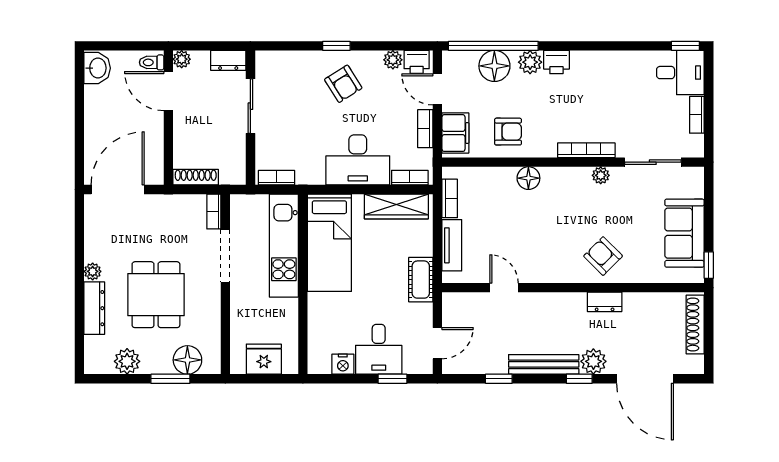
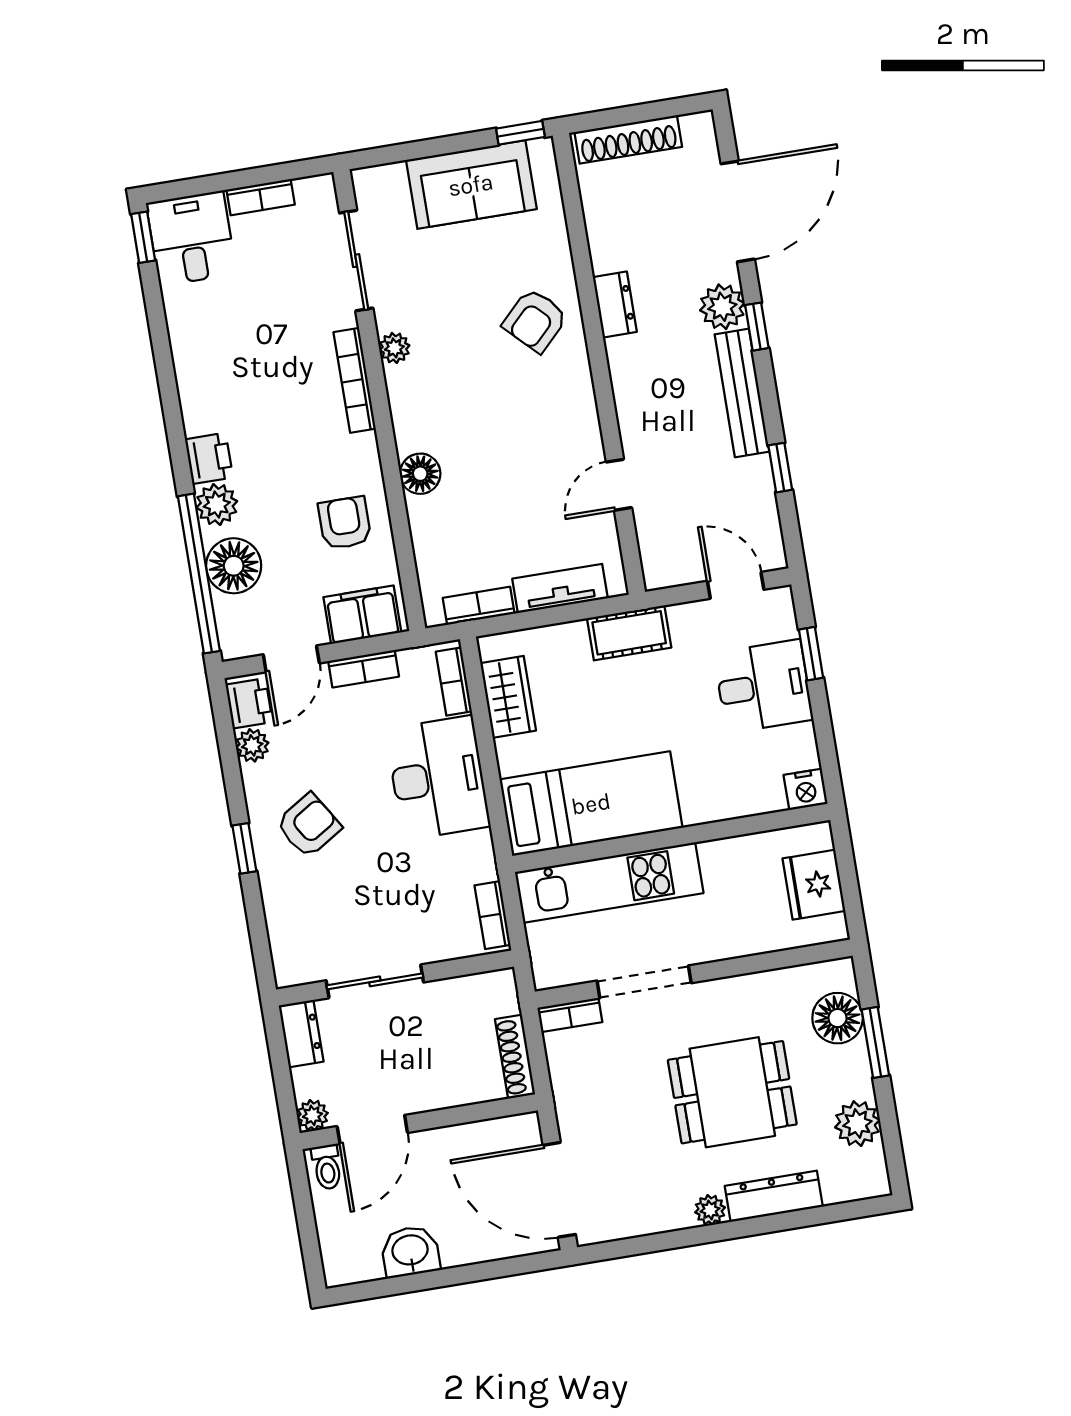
washbasin: (97, 68) -> (410, 1251), moved
wardrobe: (396, 206) -> (508, 697), width x0.67
nightstand: (343, 364) -> (806, 789), moved, turned 90

